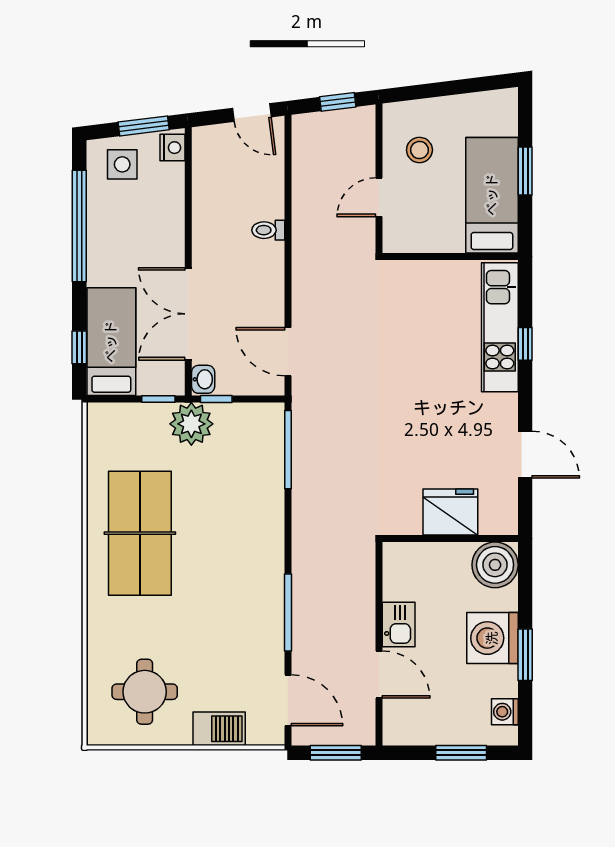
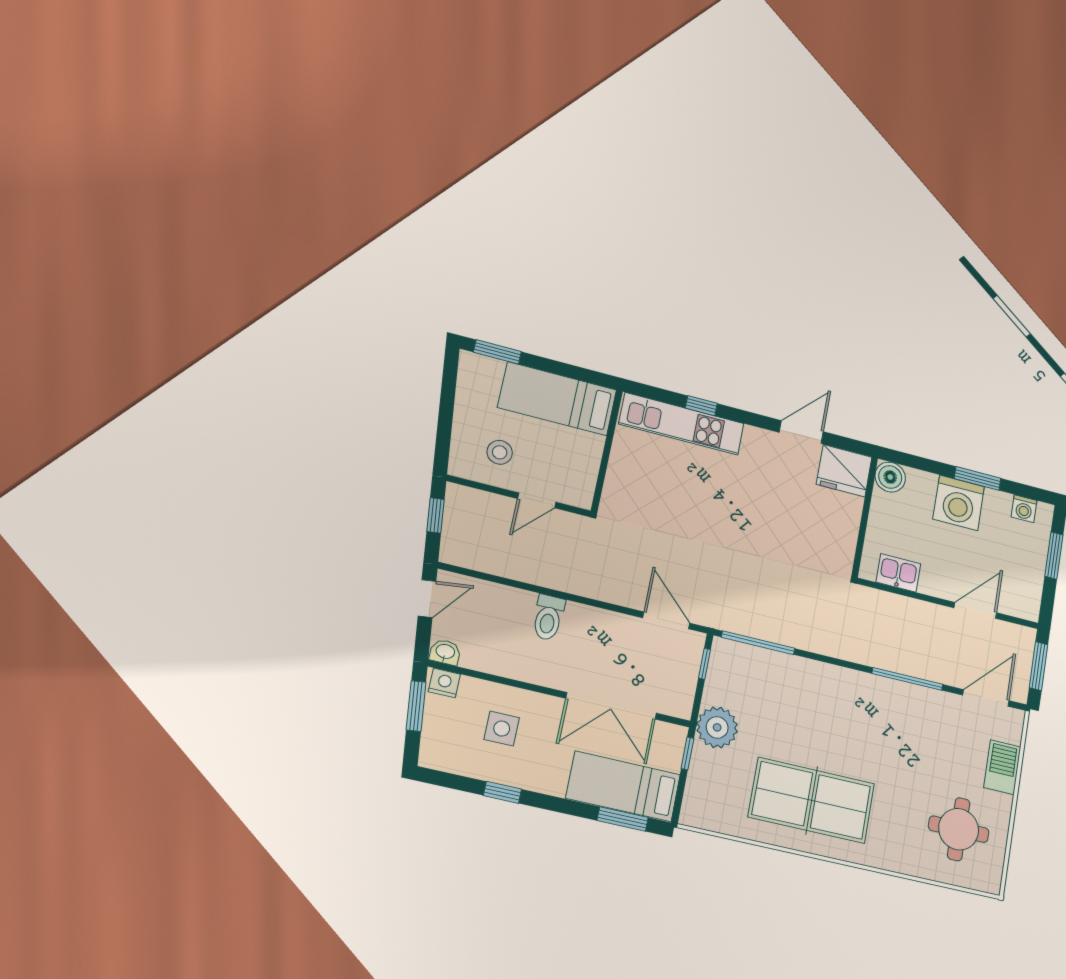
side table: (122, 164) -> (502, 729), moved
window: (525, 171) -> (497, 352), moved
door: (379, 197) -> (537, 500), hinge flipped
window: (79, 226) -> (502, 792), width x0.32
toilet: (268, 230) -> (548, 618), width x1.37, depth x1.39
window: (79, 347) -> (623, 819), width x1.50
door: (288, 352) -> (666, 620), swing flipped
washbasin: (203, 379) -> (445, 652), moved
window: (216, 399) -> (705, 664), moved
fridge: (450, 512) -> (844, 471), moved, turned -90
boiler: (495, 565) -> (890, 477), width x0.73, depth x0.73
kitchen sink: (399, 625) -> (898, 573), moved

